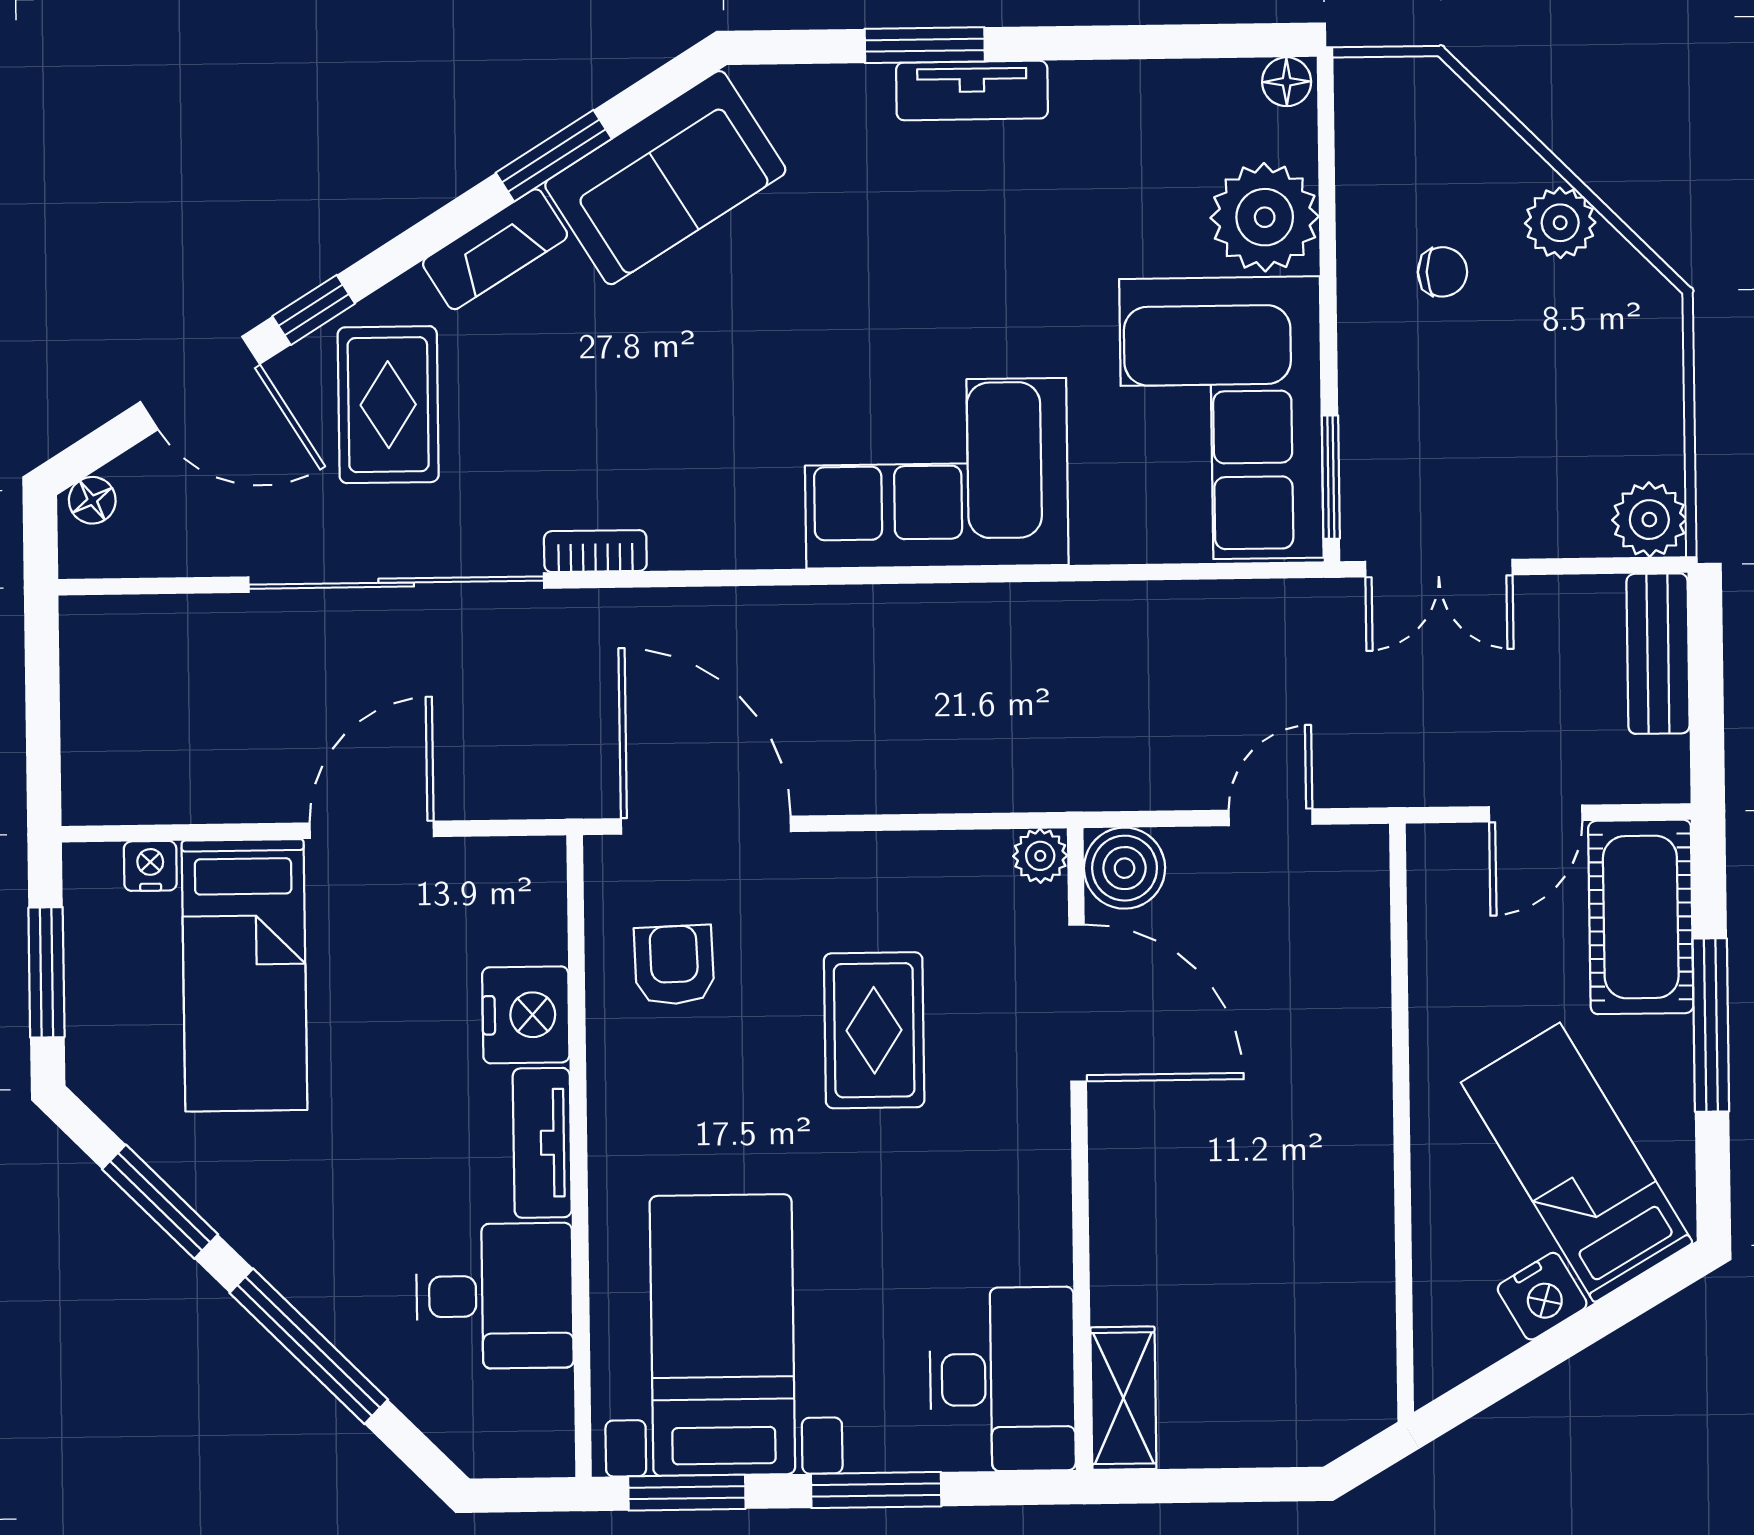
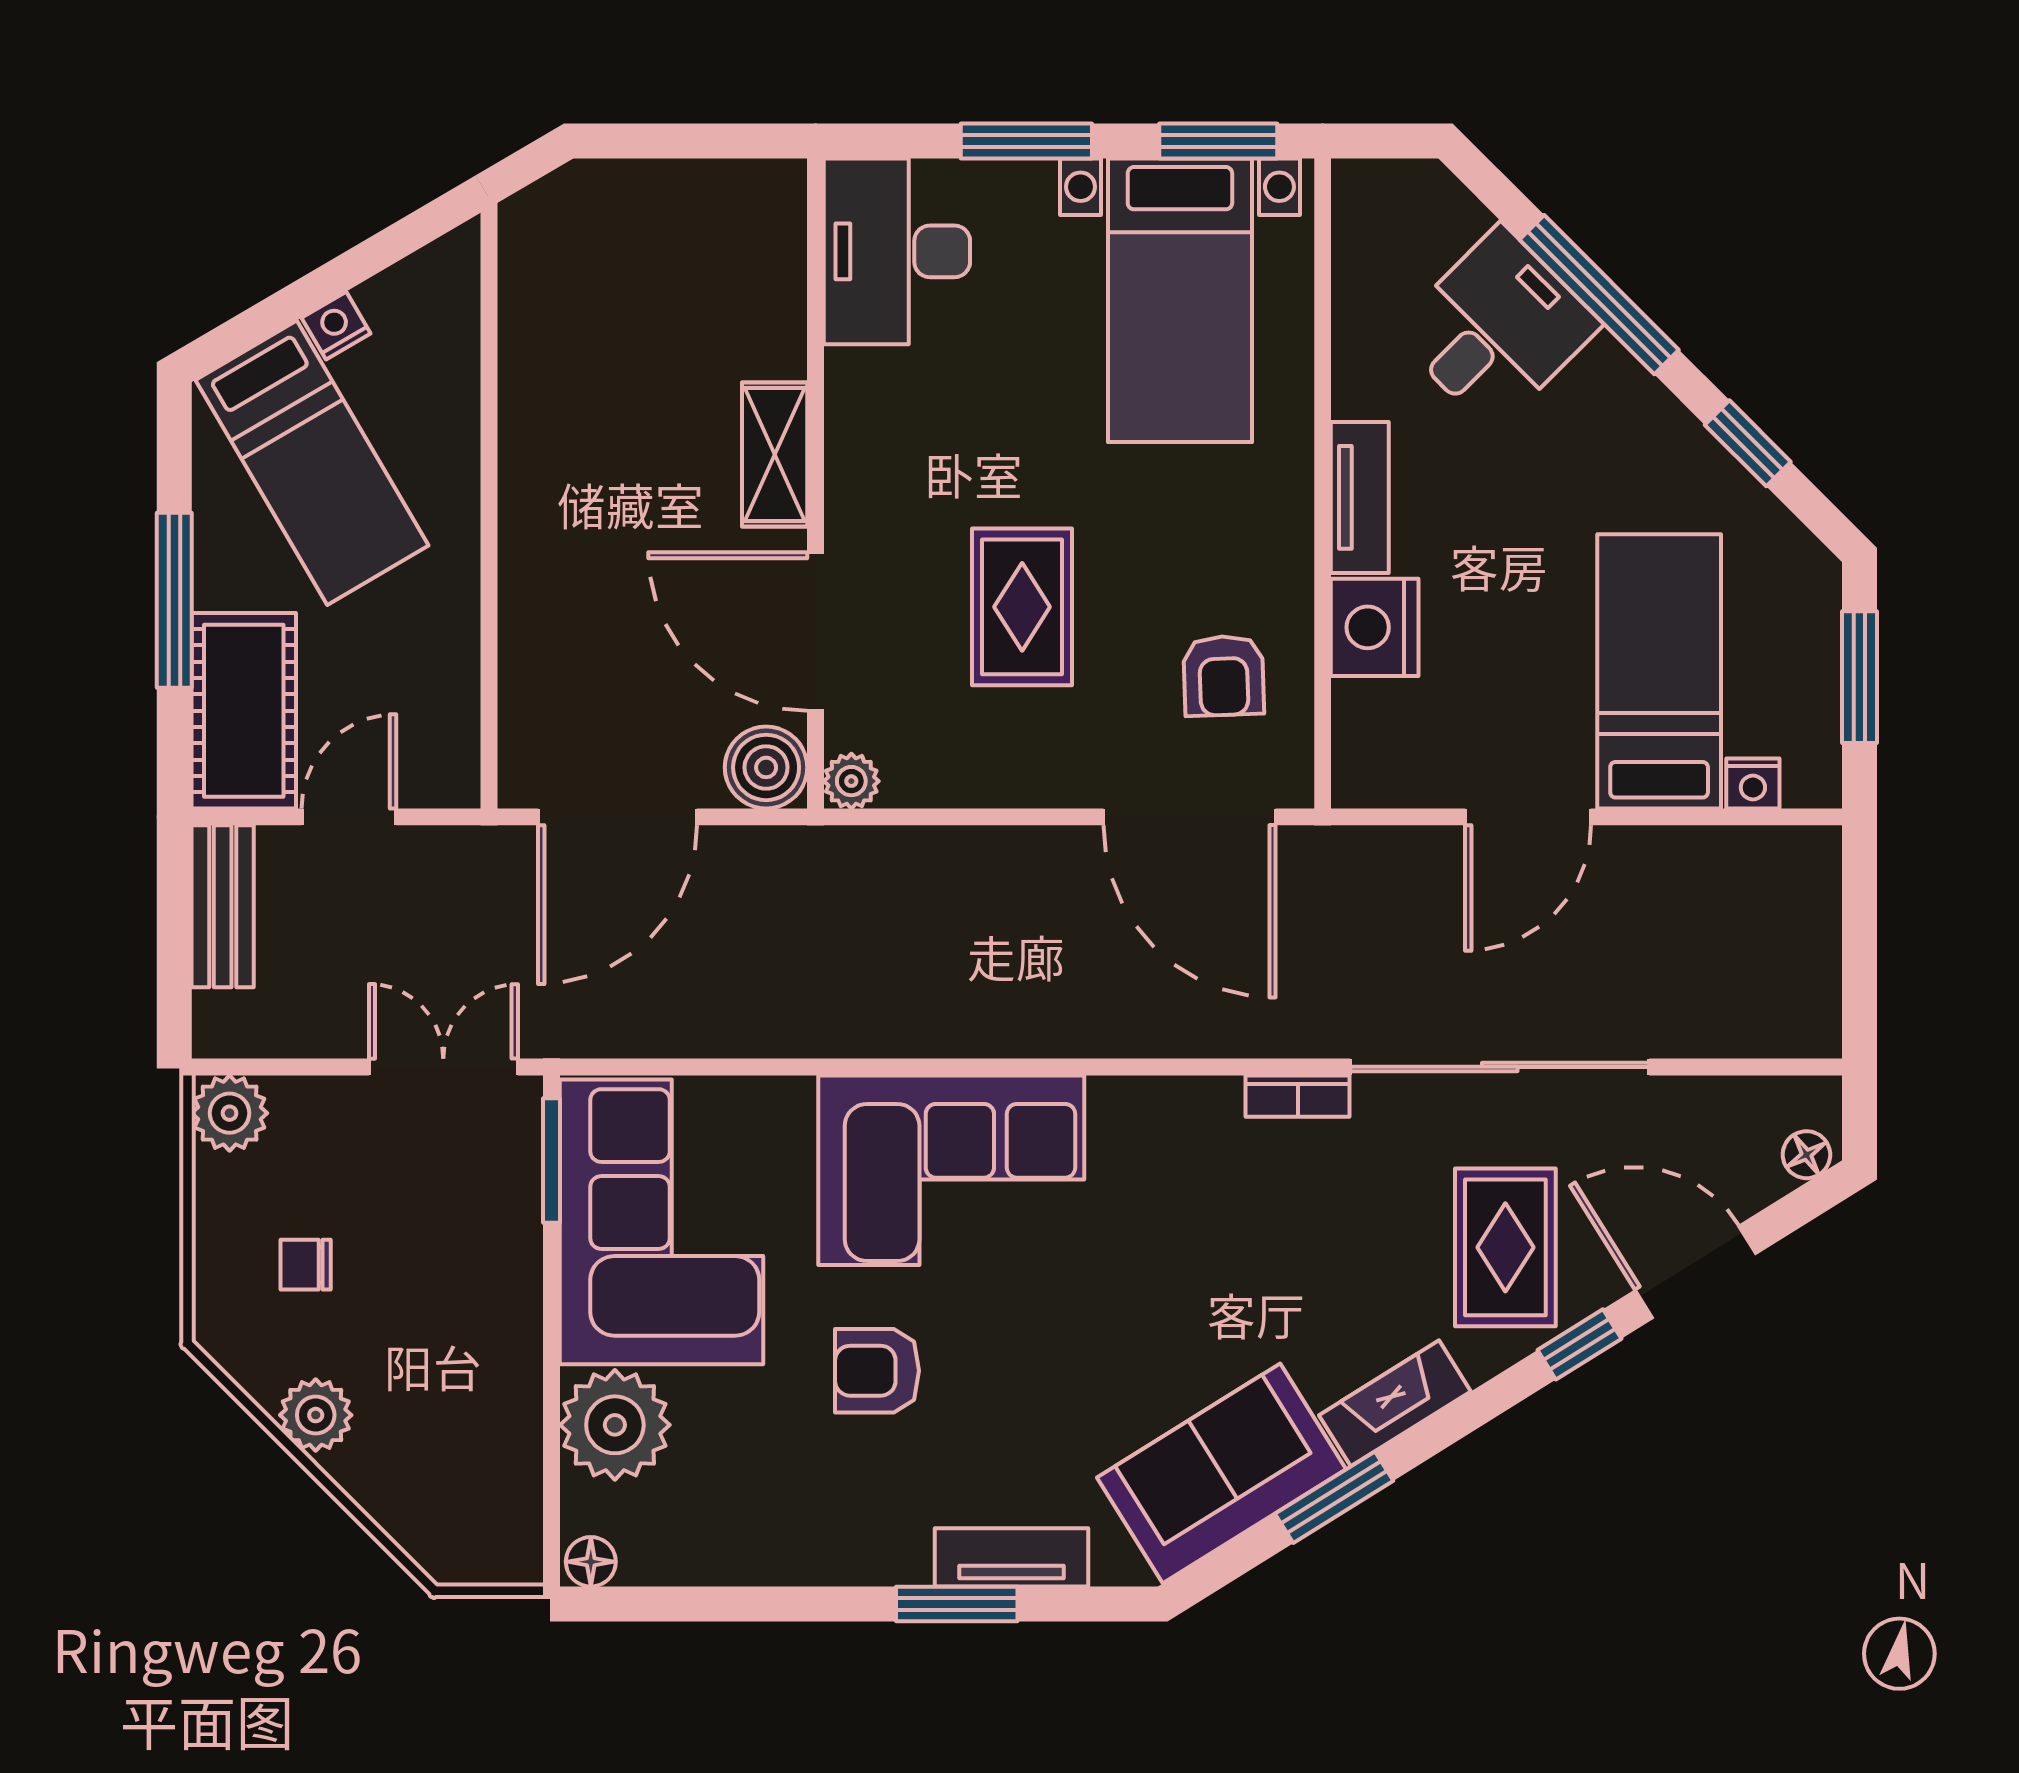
tv unit: (972, 91) -> (1011, 1557), moved
chair: (1442, 272) -> (306, 1265), moved
armchair: (1007, 274) -> (877, 1371), added
bench: (1658, 654) -> (223, 906), moved
door: (1271, 817) -> (617, 817), width x1.88
window: (160, 1202) -> (1748, 443), width x0.67
desk: (495, 1296) -> (1497, 328), moved, turned 135
nightstand: (1542, 1296) -> (336, 326), width x0.72, depth x0.74
shelving: (1123, 1398) -> (775, 454), moved

